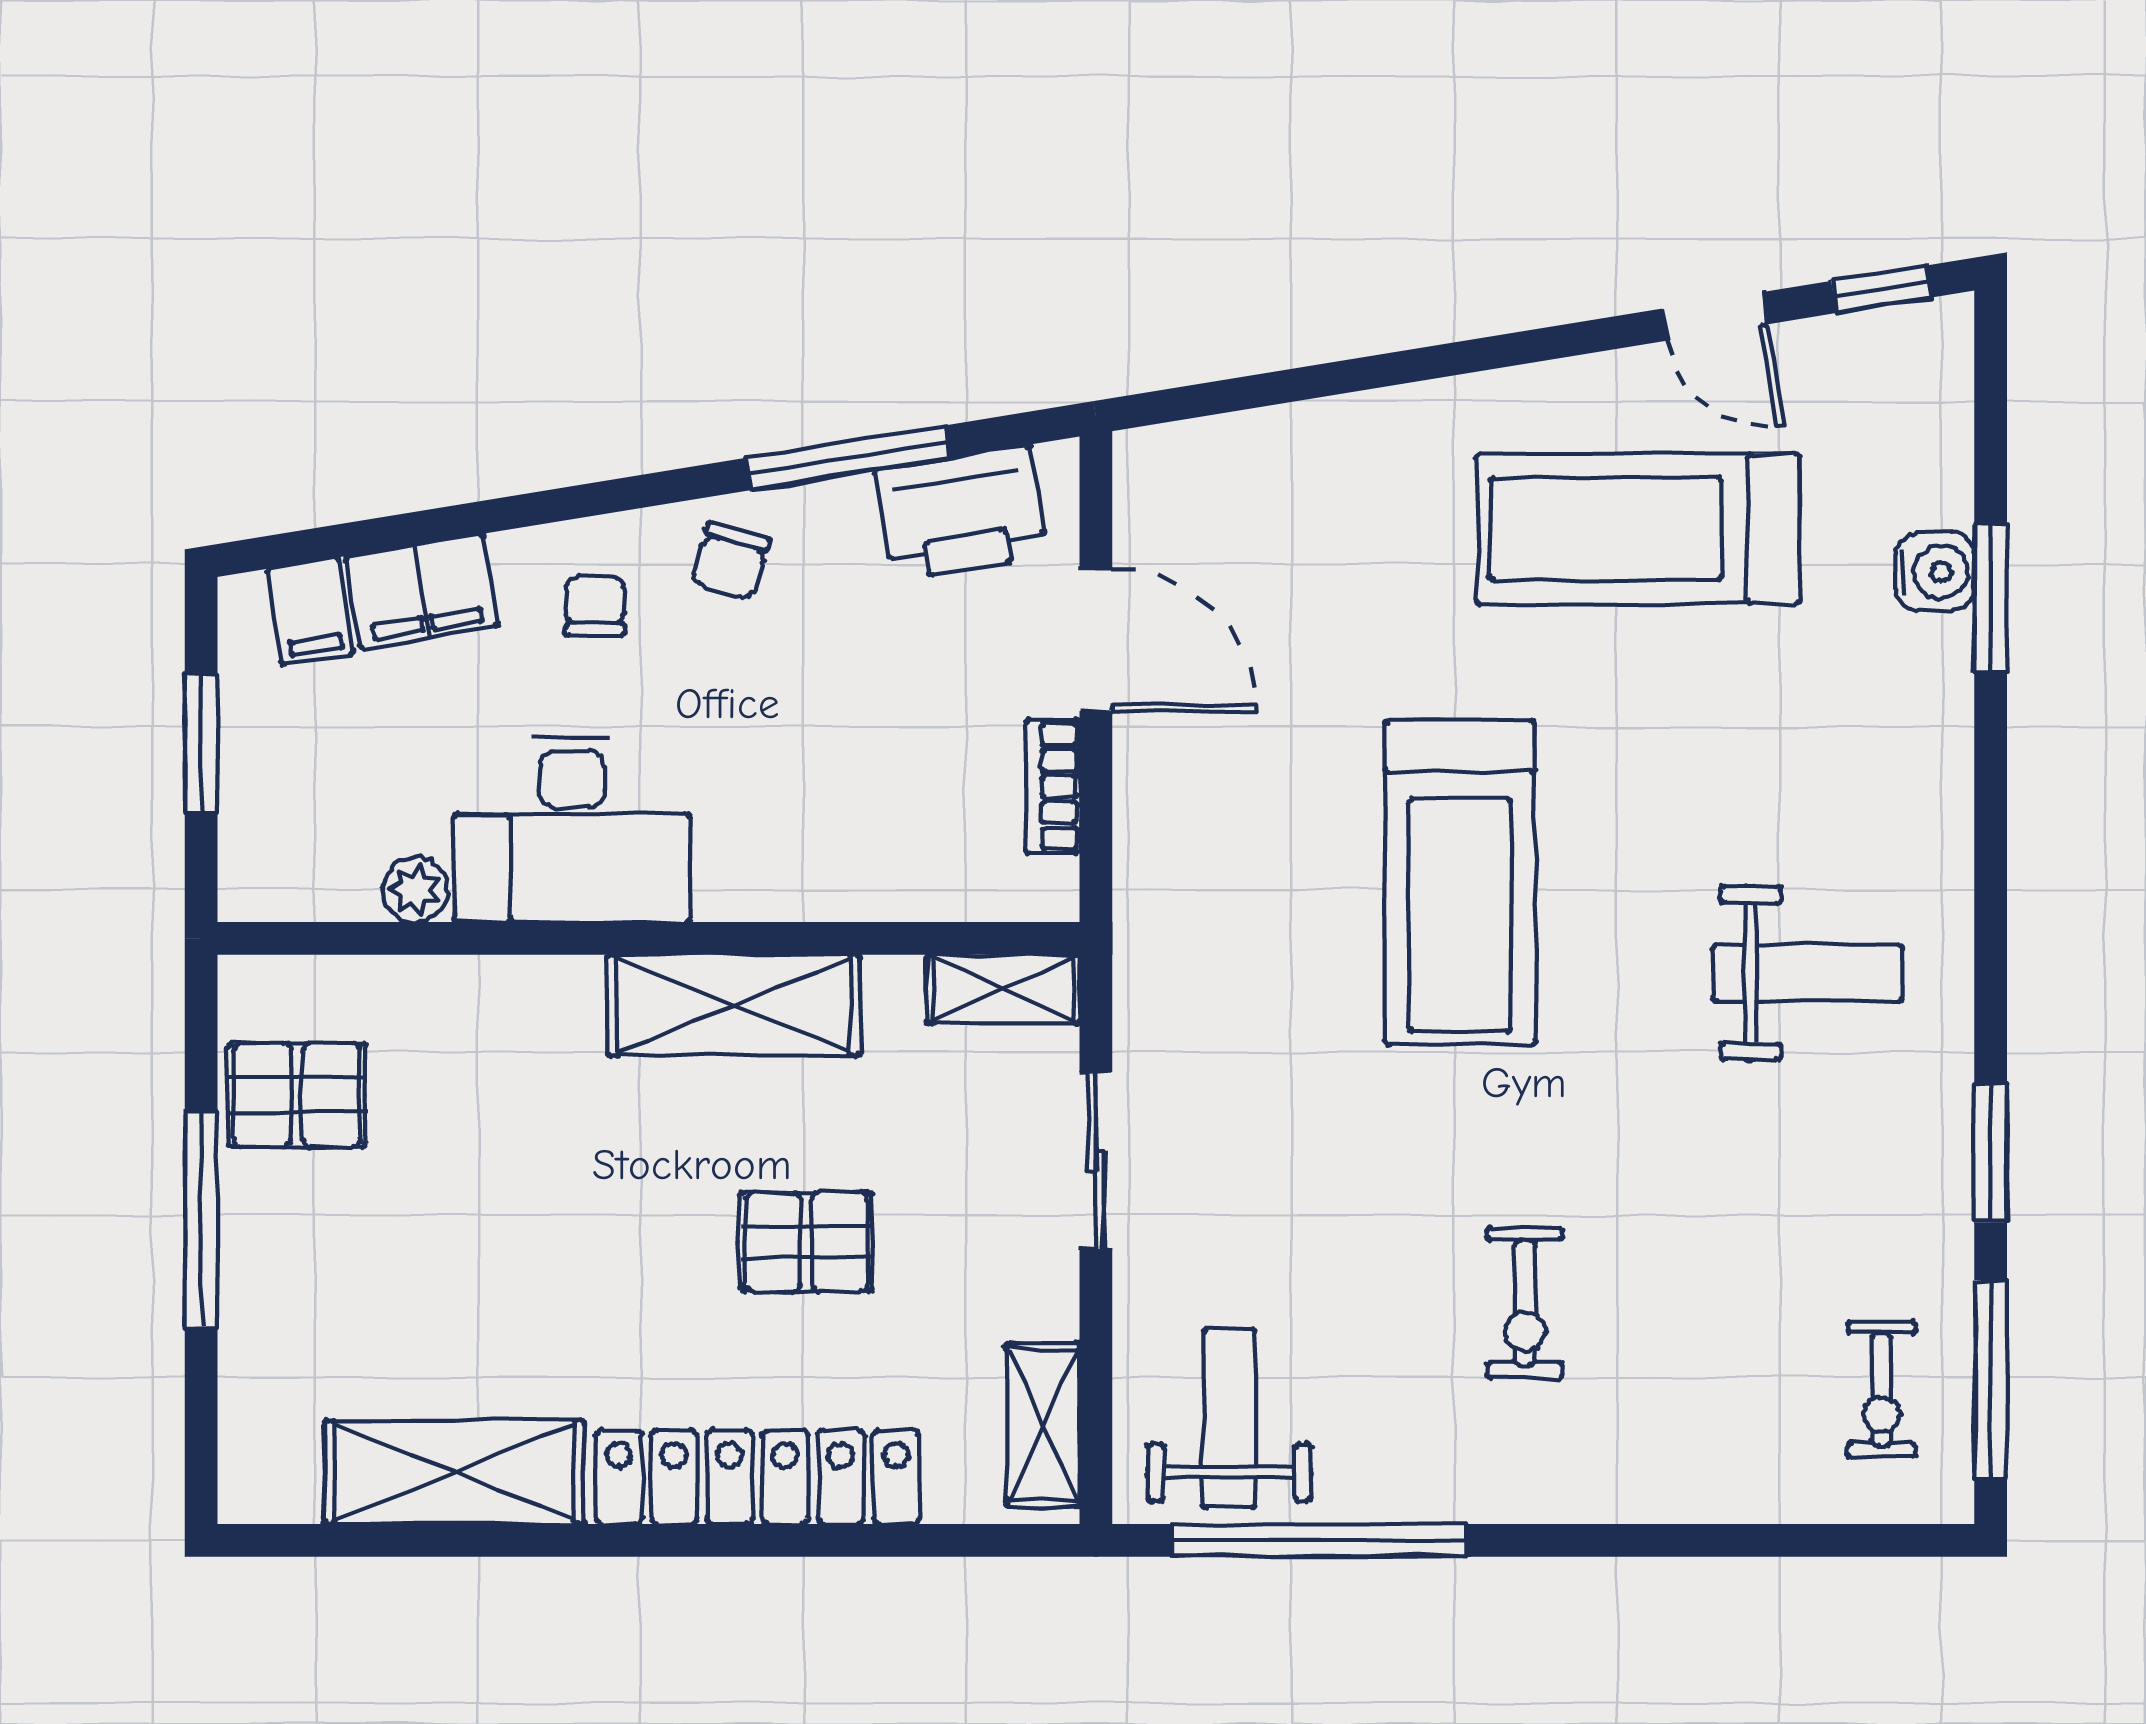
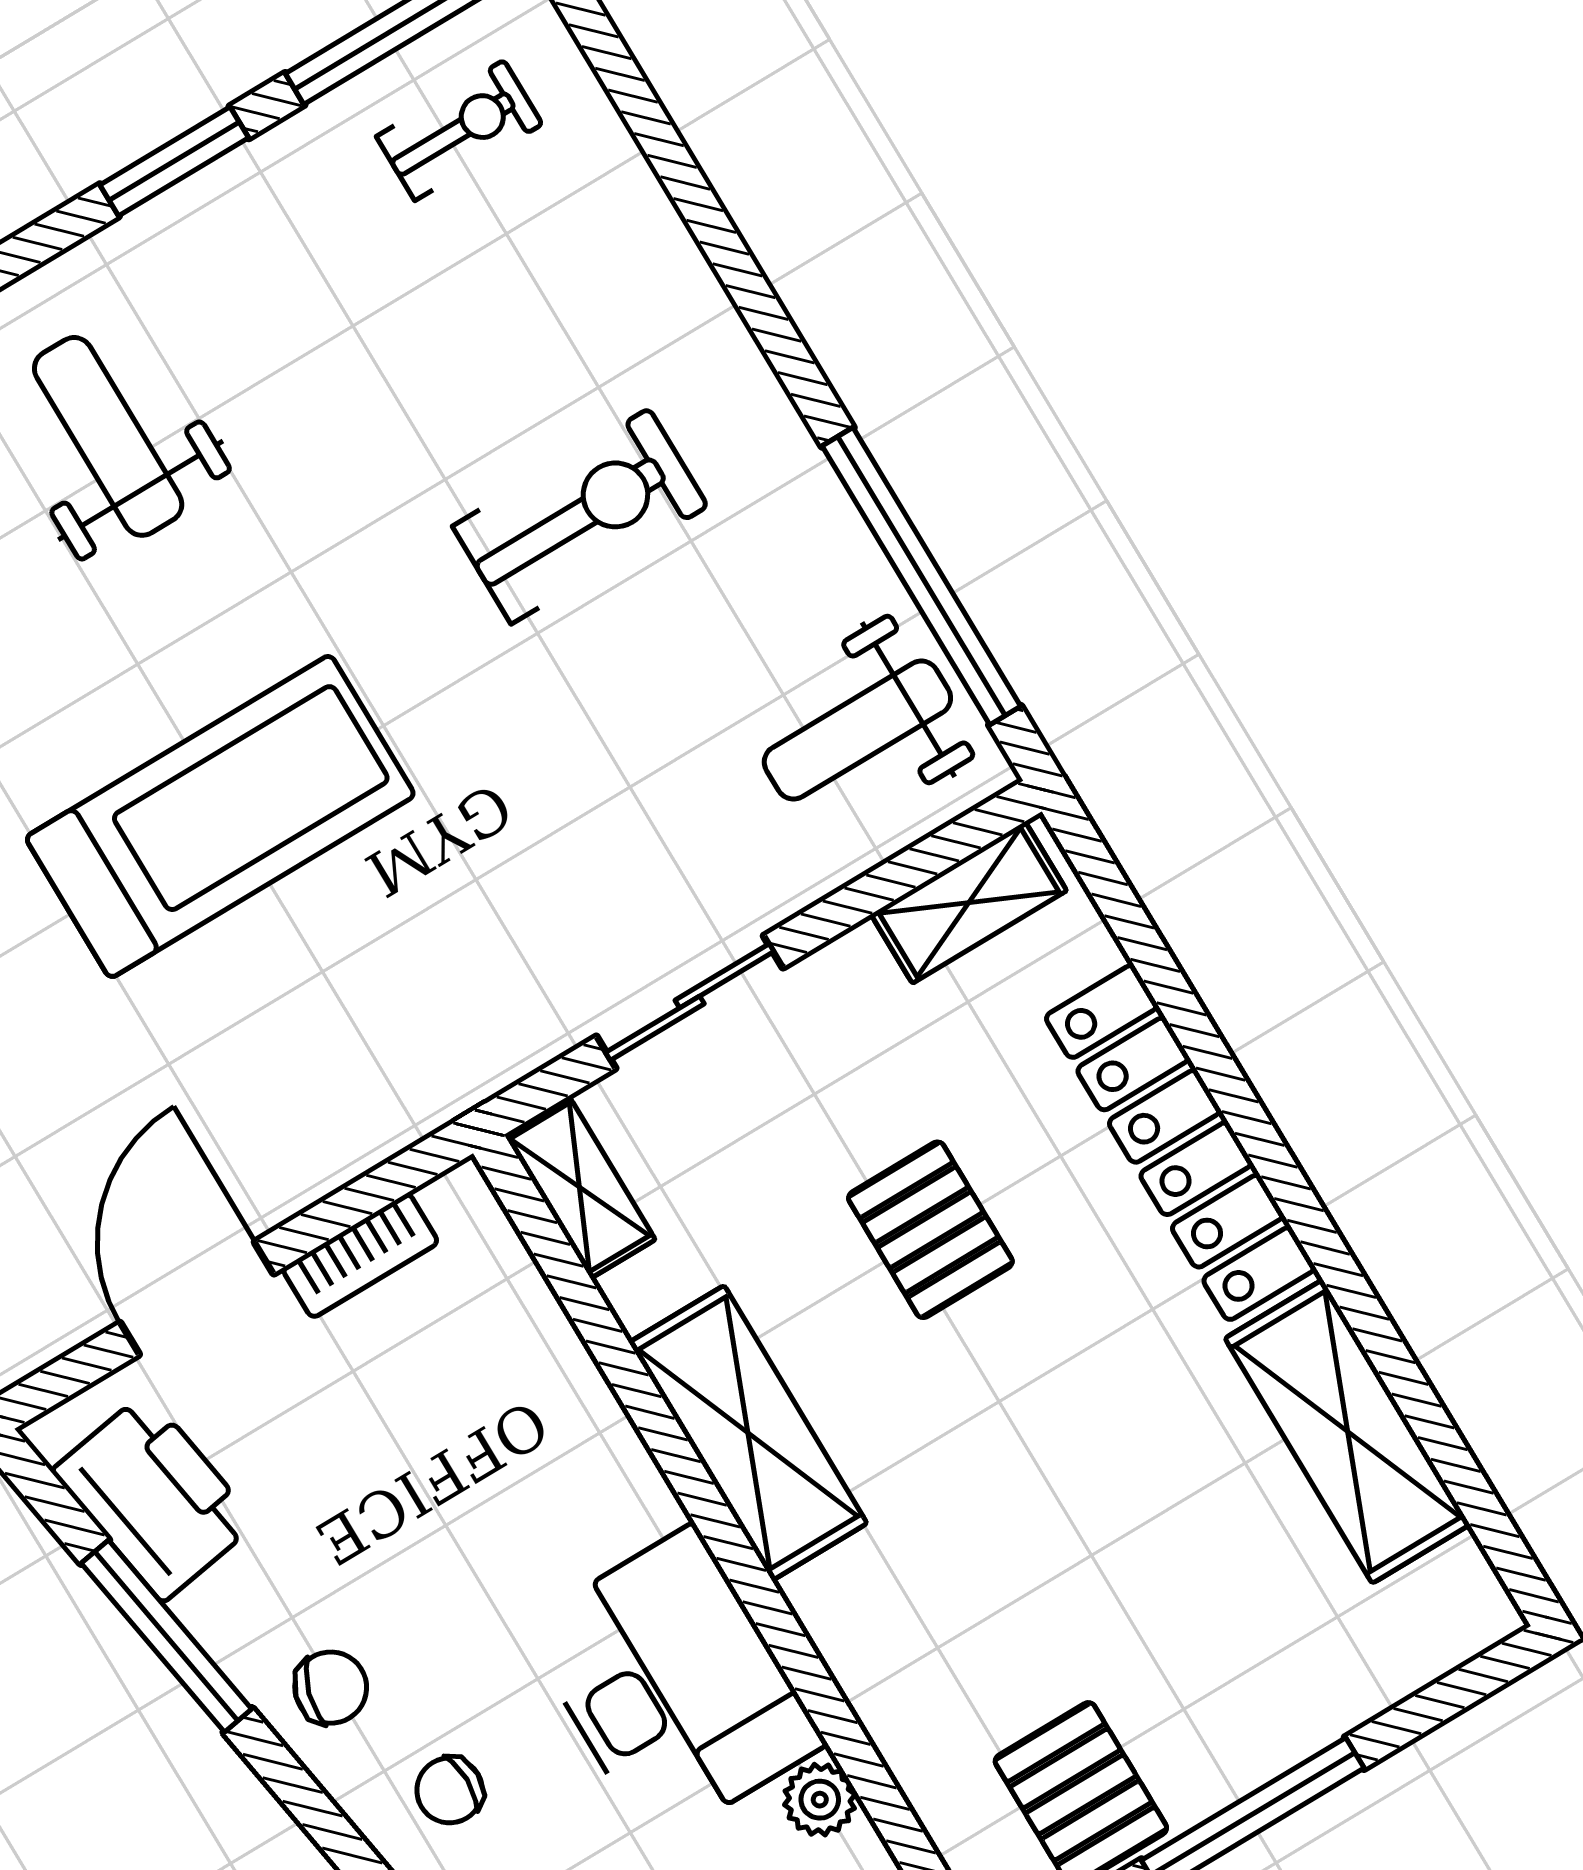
exercise bike: (1525, 1303) -> (580, 516), width x1.38, depth x1.39

